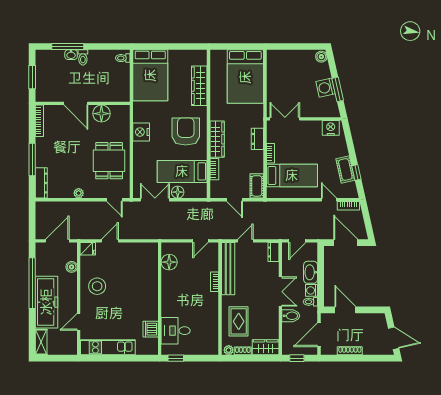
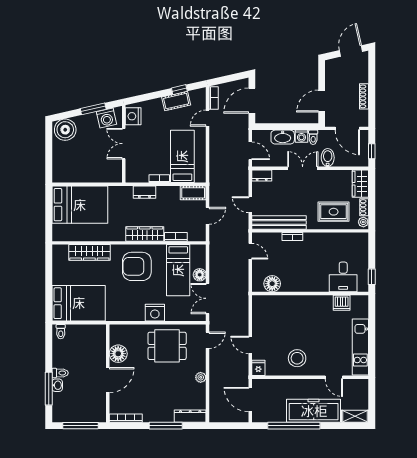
boiler: (321, 57) -> (65, 130), width x1.86, depth x1.86
window: (32, 77) -> (80, 426), width x1.44
washing machine: (326, 88) -> (107, 118), moved
double door: (285, 119) -> (124, 144), moved
nightstand: (141, 132) -> (155, 313), moved
boiler: (72, 267) -> (277, 385), removed

